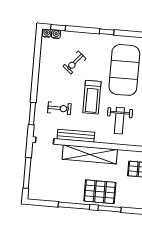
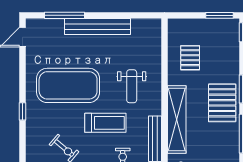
weight bench: (119, 121) -> (132, 86), turned 90

